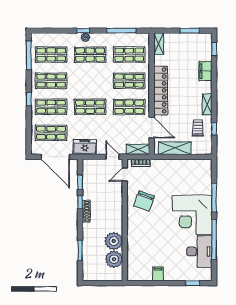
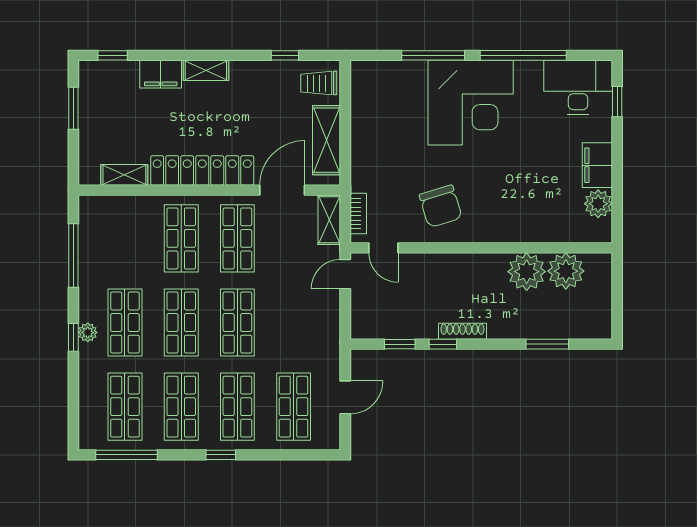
shelving: (159, 44) -> (124, 175), moved
shop shelf: (129, 55) -> (181, 323), moved
shelving: (207, 104) -> (206, 70), moved
trolley: (198, 128) -> (319, 83), moved
freezer: (85, 147) -> (324, 334), removed
door: (55, 157) -> (345, 397), width x0.53
chair: (144, 201) -> (441, 206), turned 53
desk: (199, 252) -> (578, 87), moved
plant: (145, 274) -> (598, 204), added
filing cabinet: (158, 274) -> (597, 165), width x2.00

